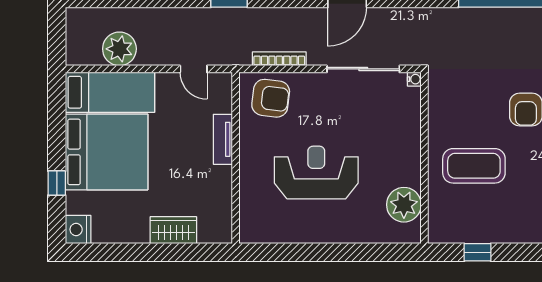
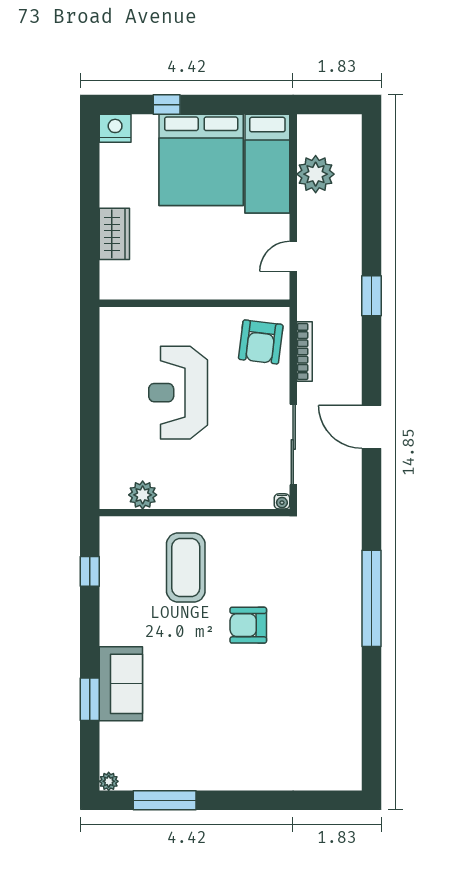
tv unit: (223, 139) -> (215, 289), removed
reception desk: (316, 173) -> (178, 393), turned 180
plant: (404, 205) -> (143, 495), width x0.73, depth x0.73

